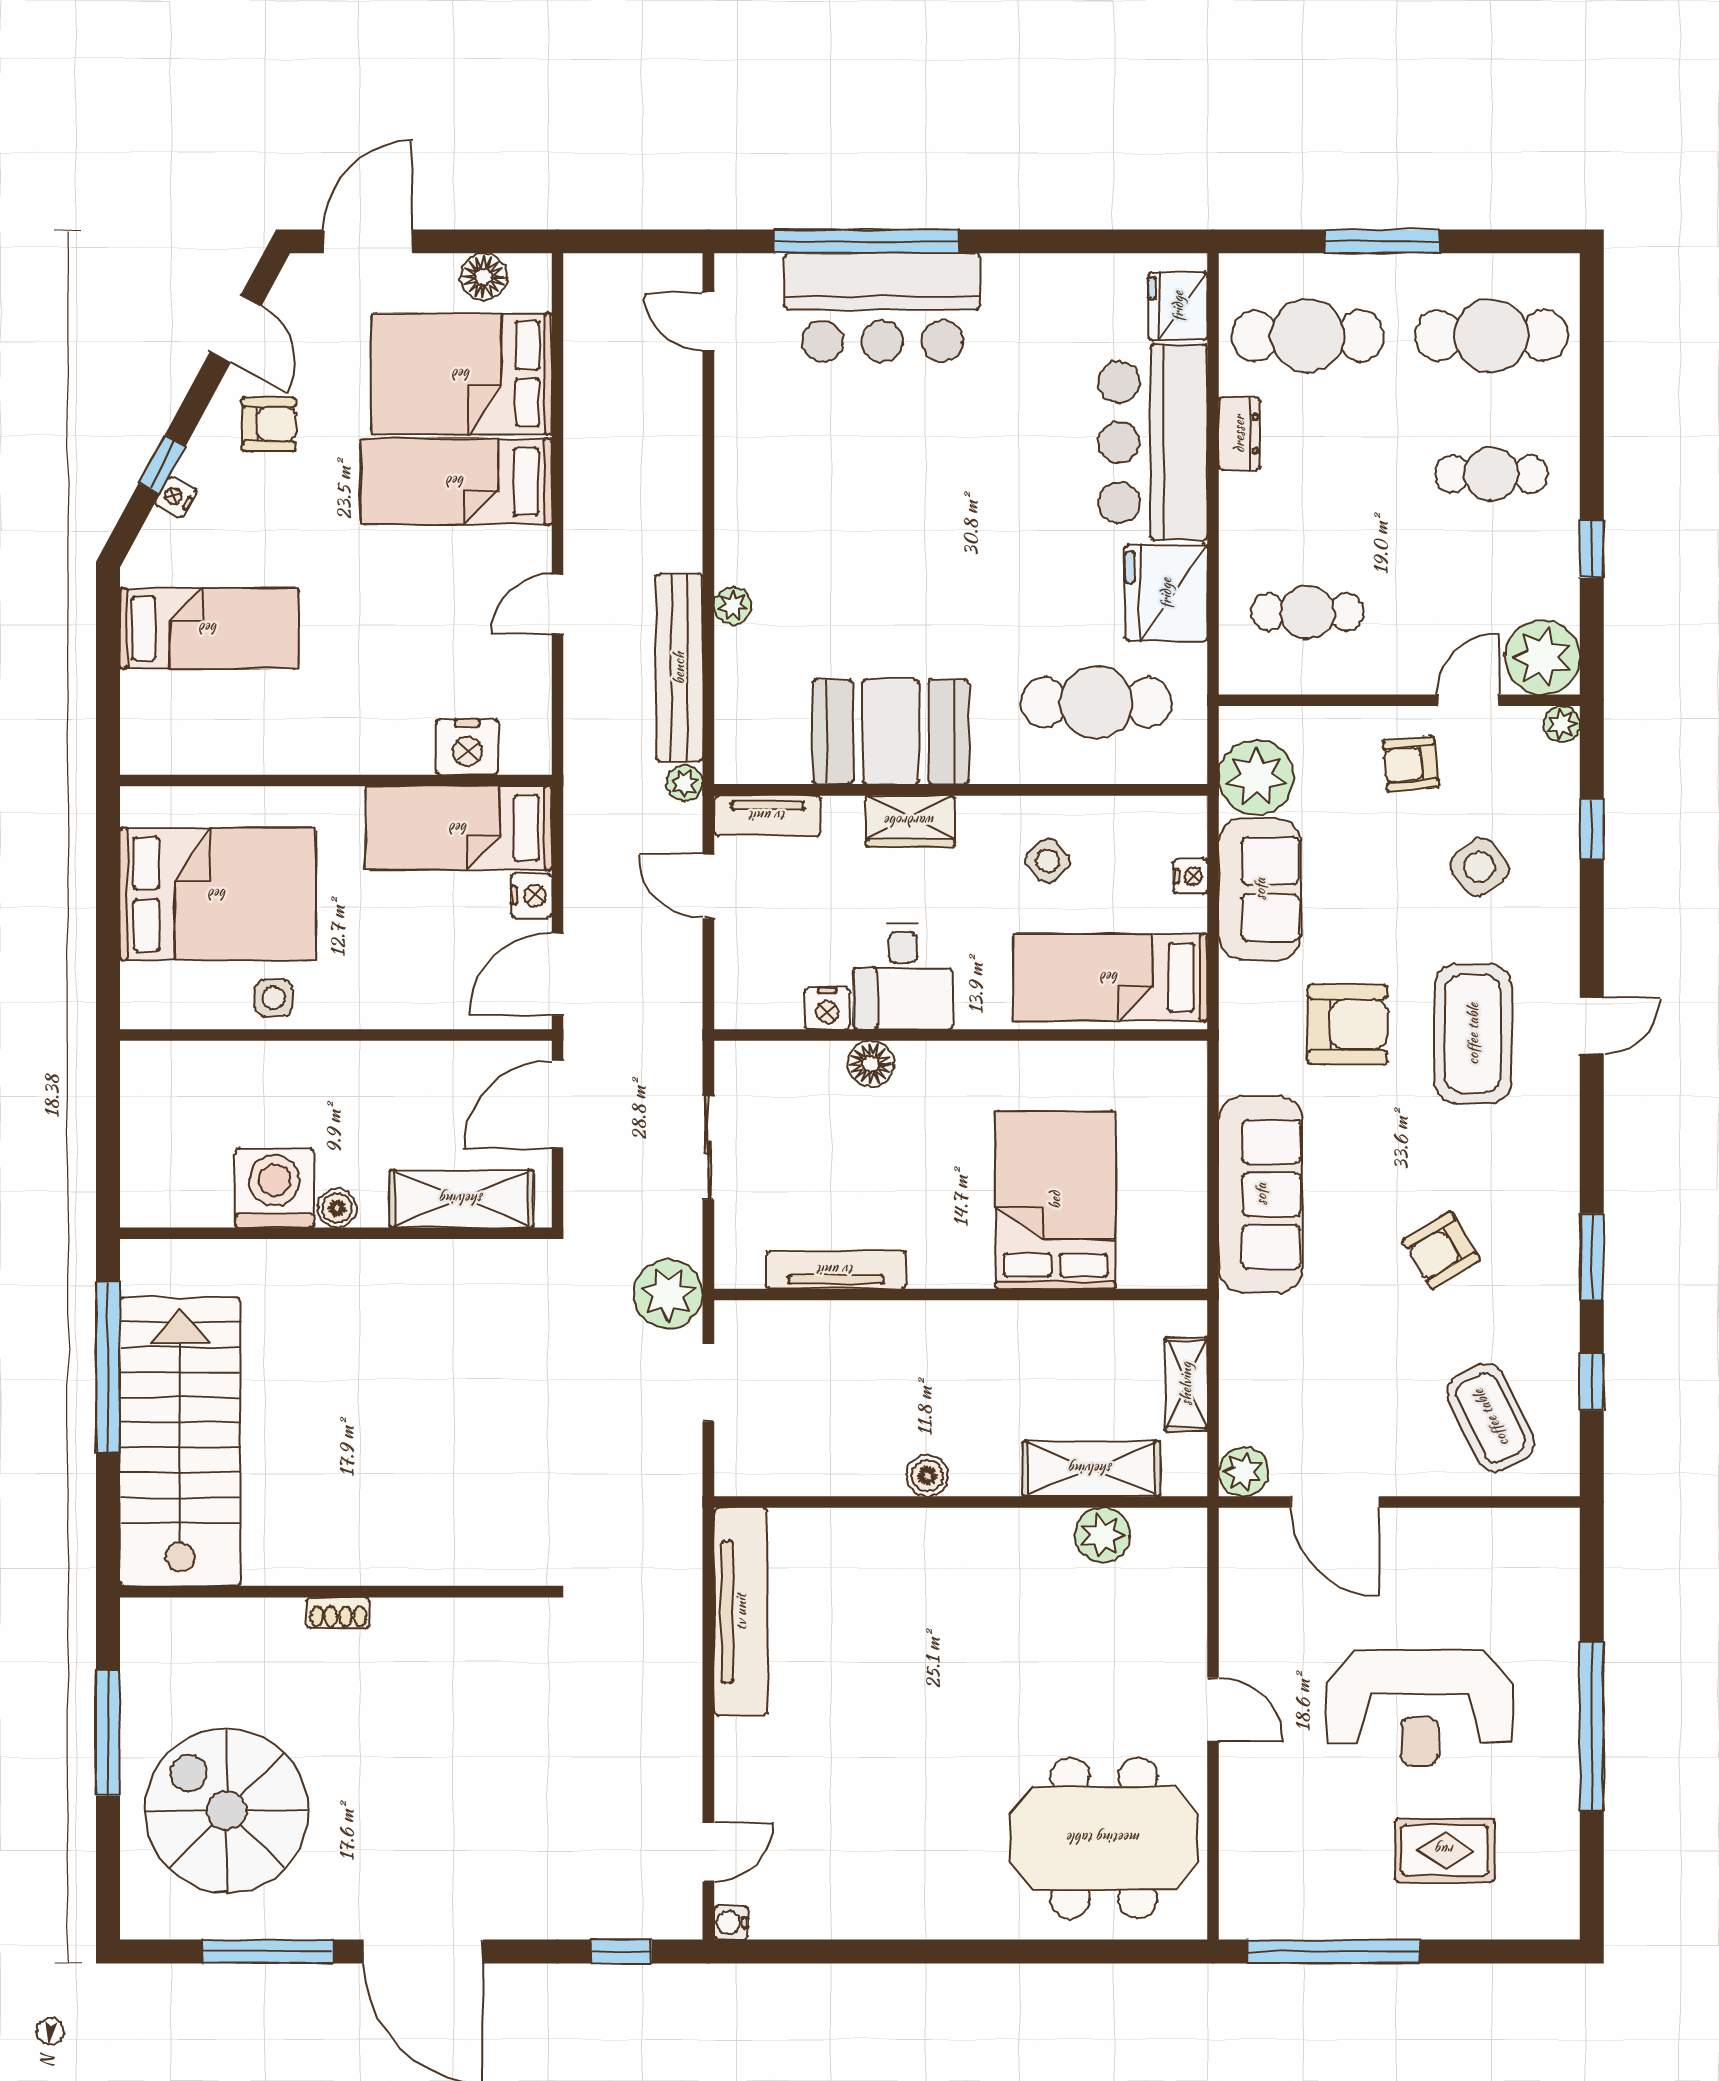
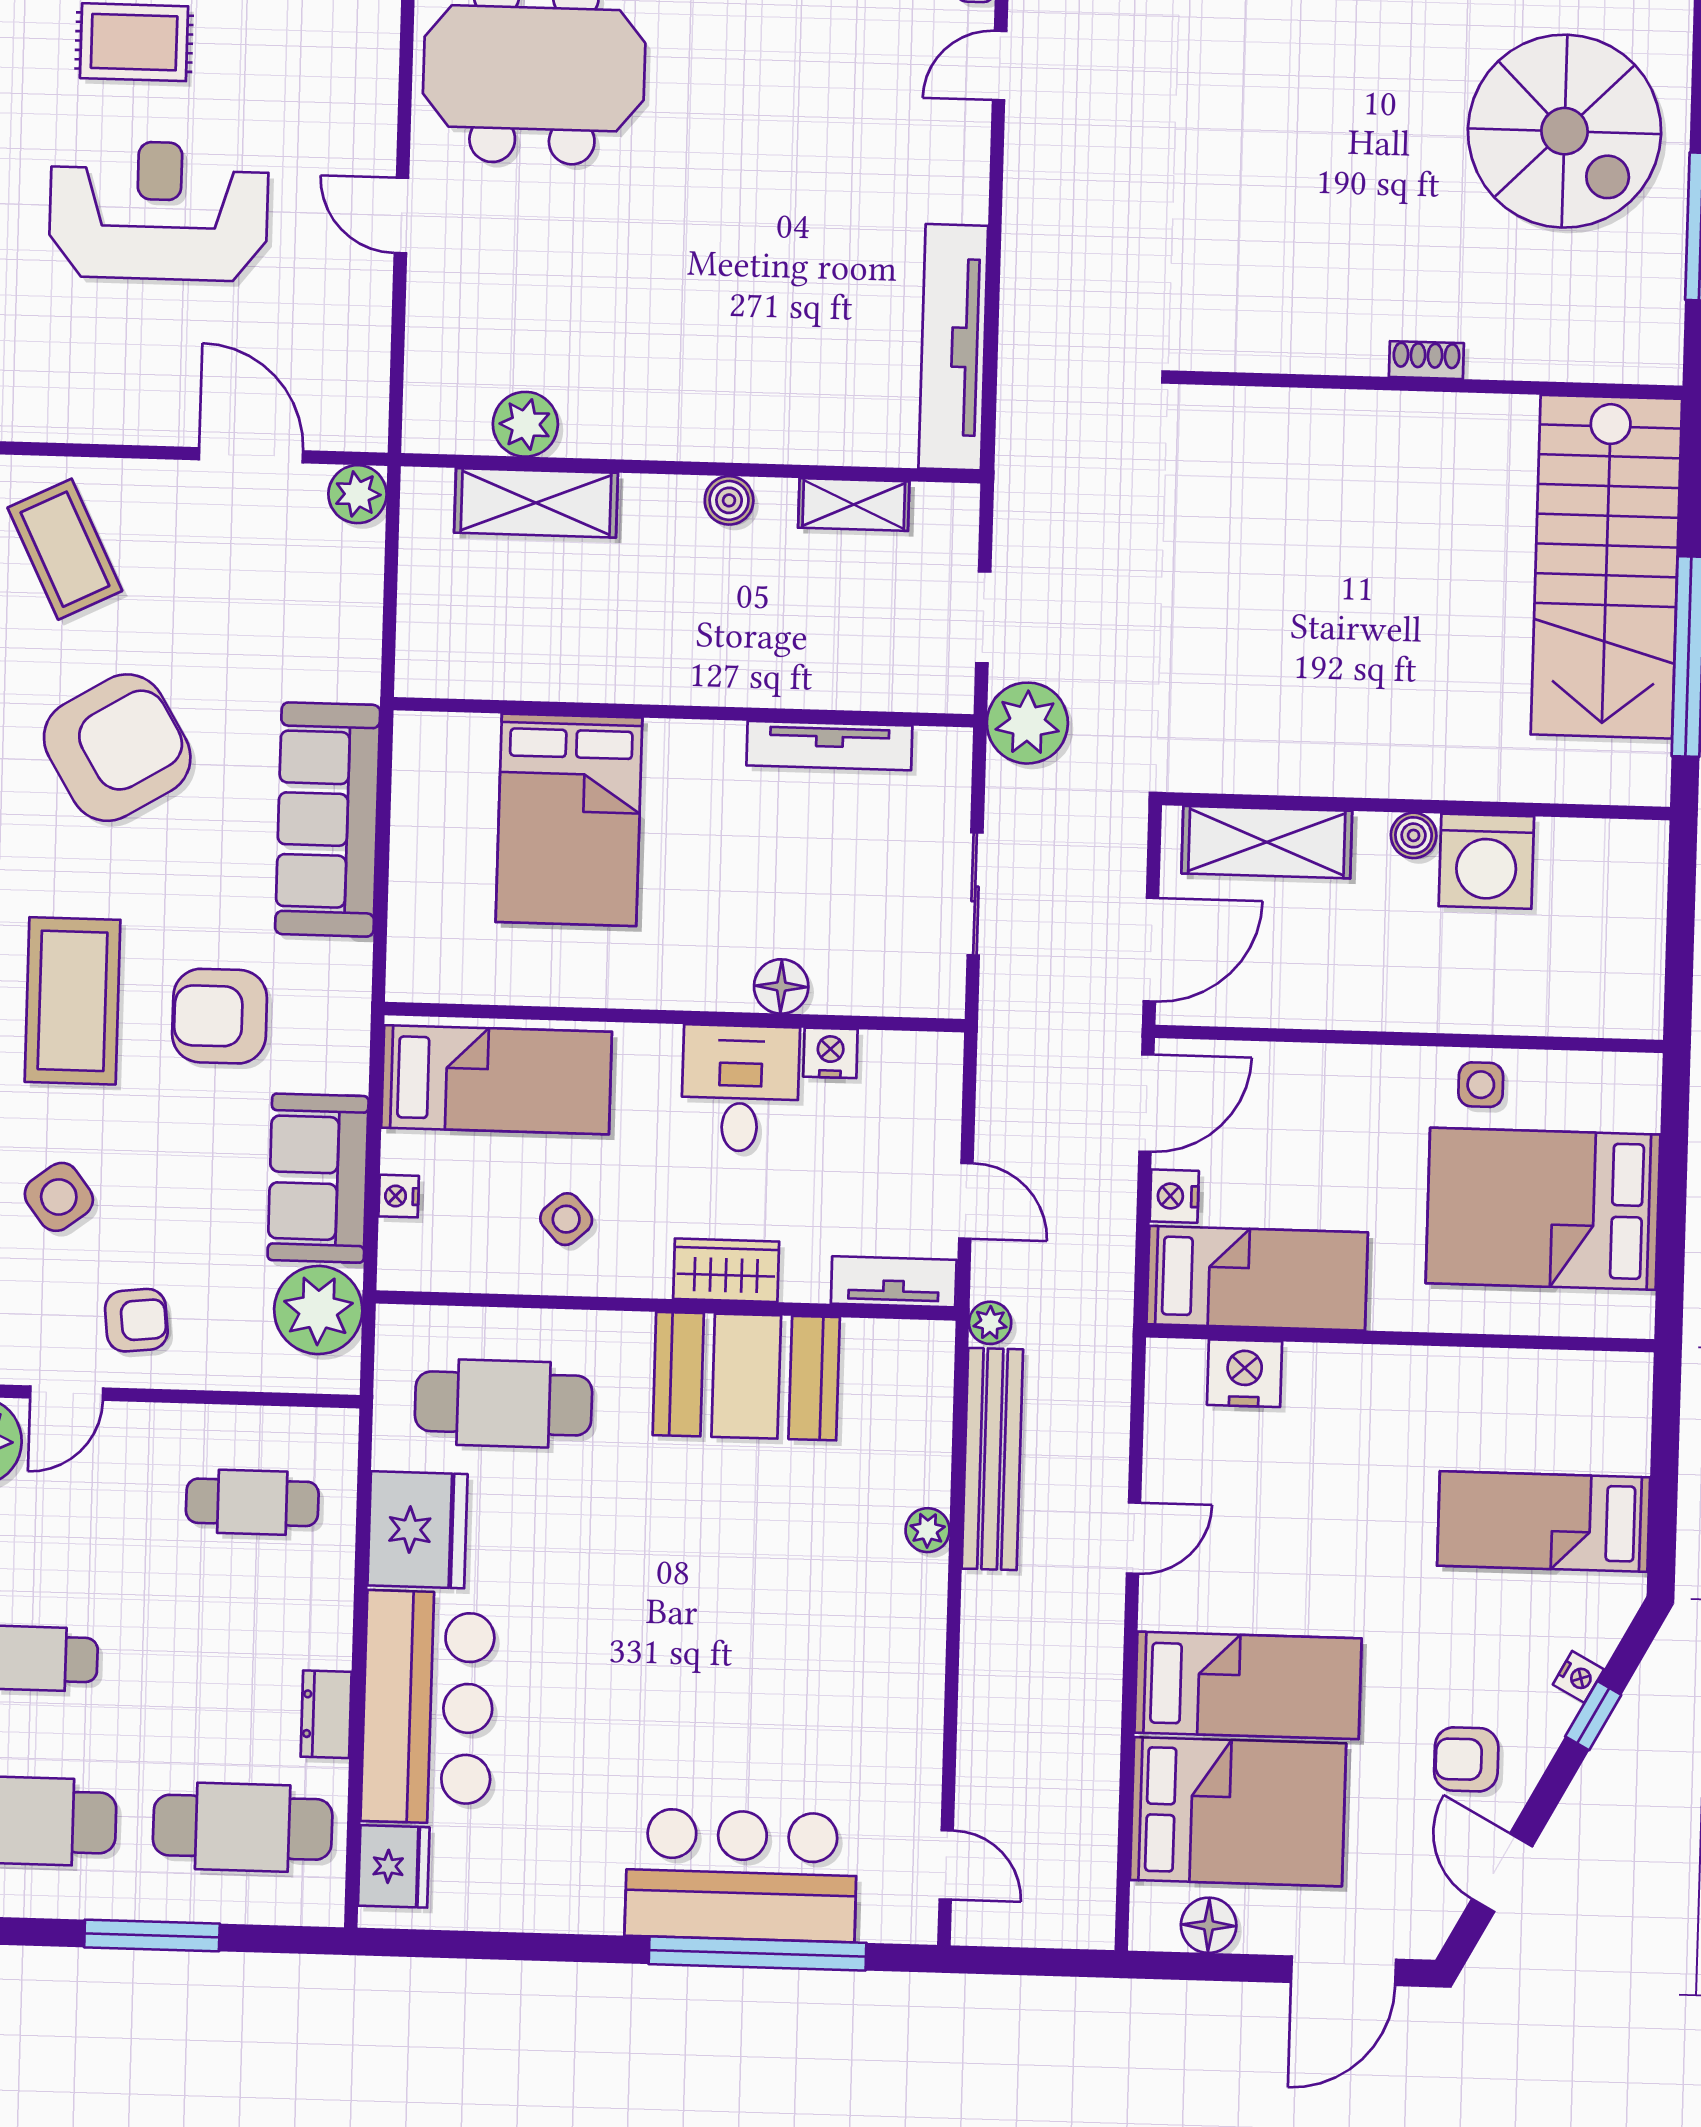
armchair: (1441, 1250) -> (117, 748), width x1.88, depth x1.88
shelving: (1186, 1384) -> (854, 505), moved, turned 90

